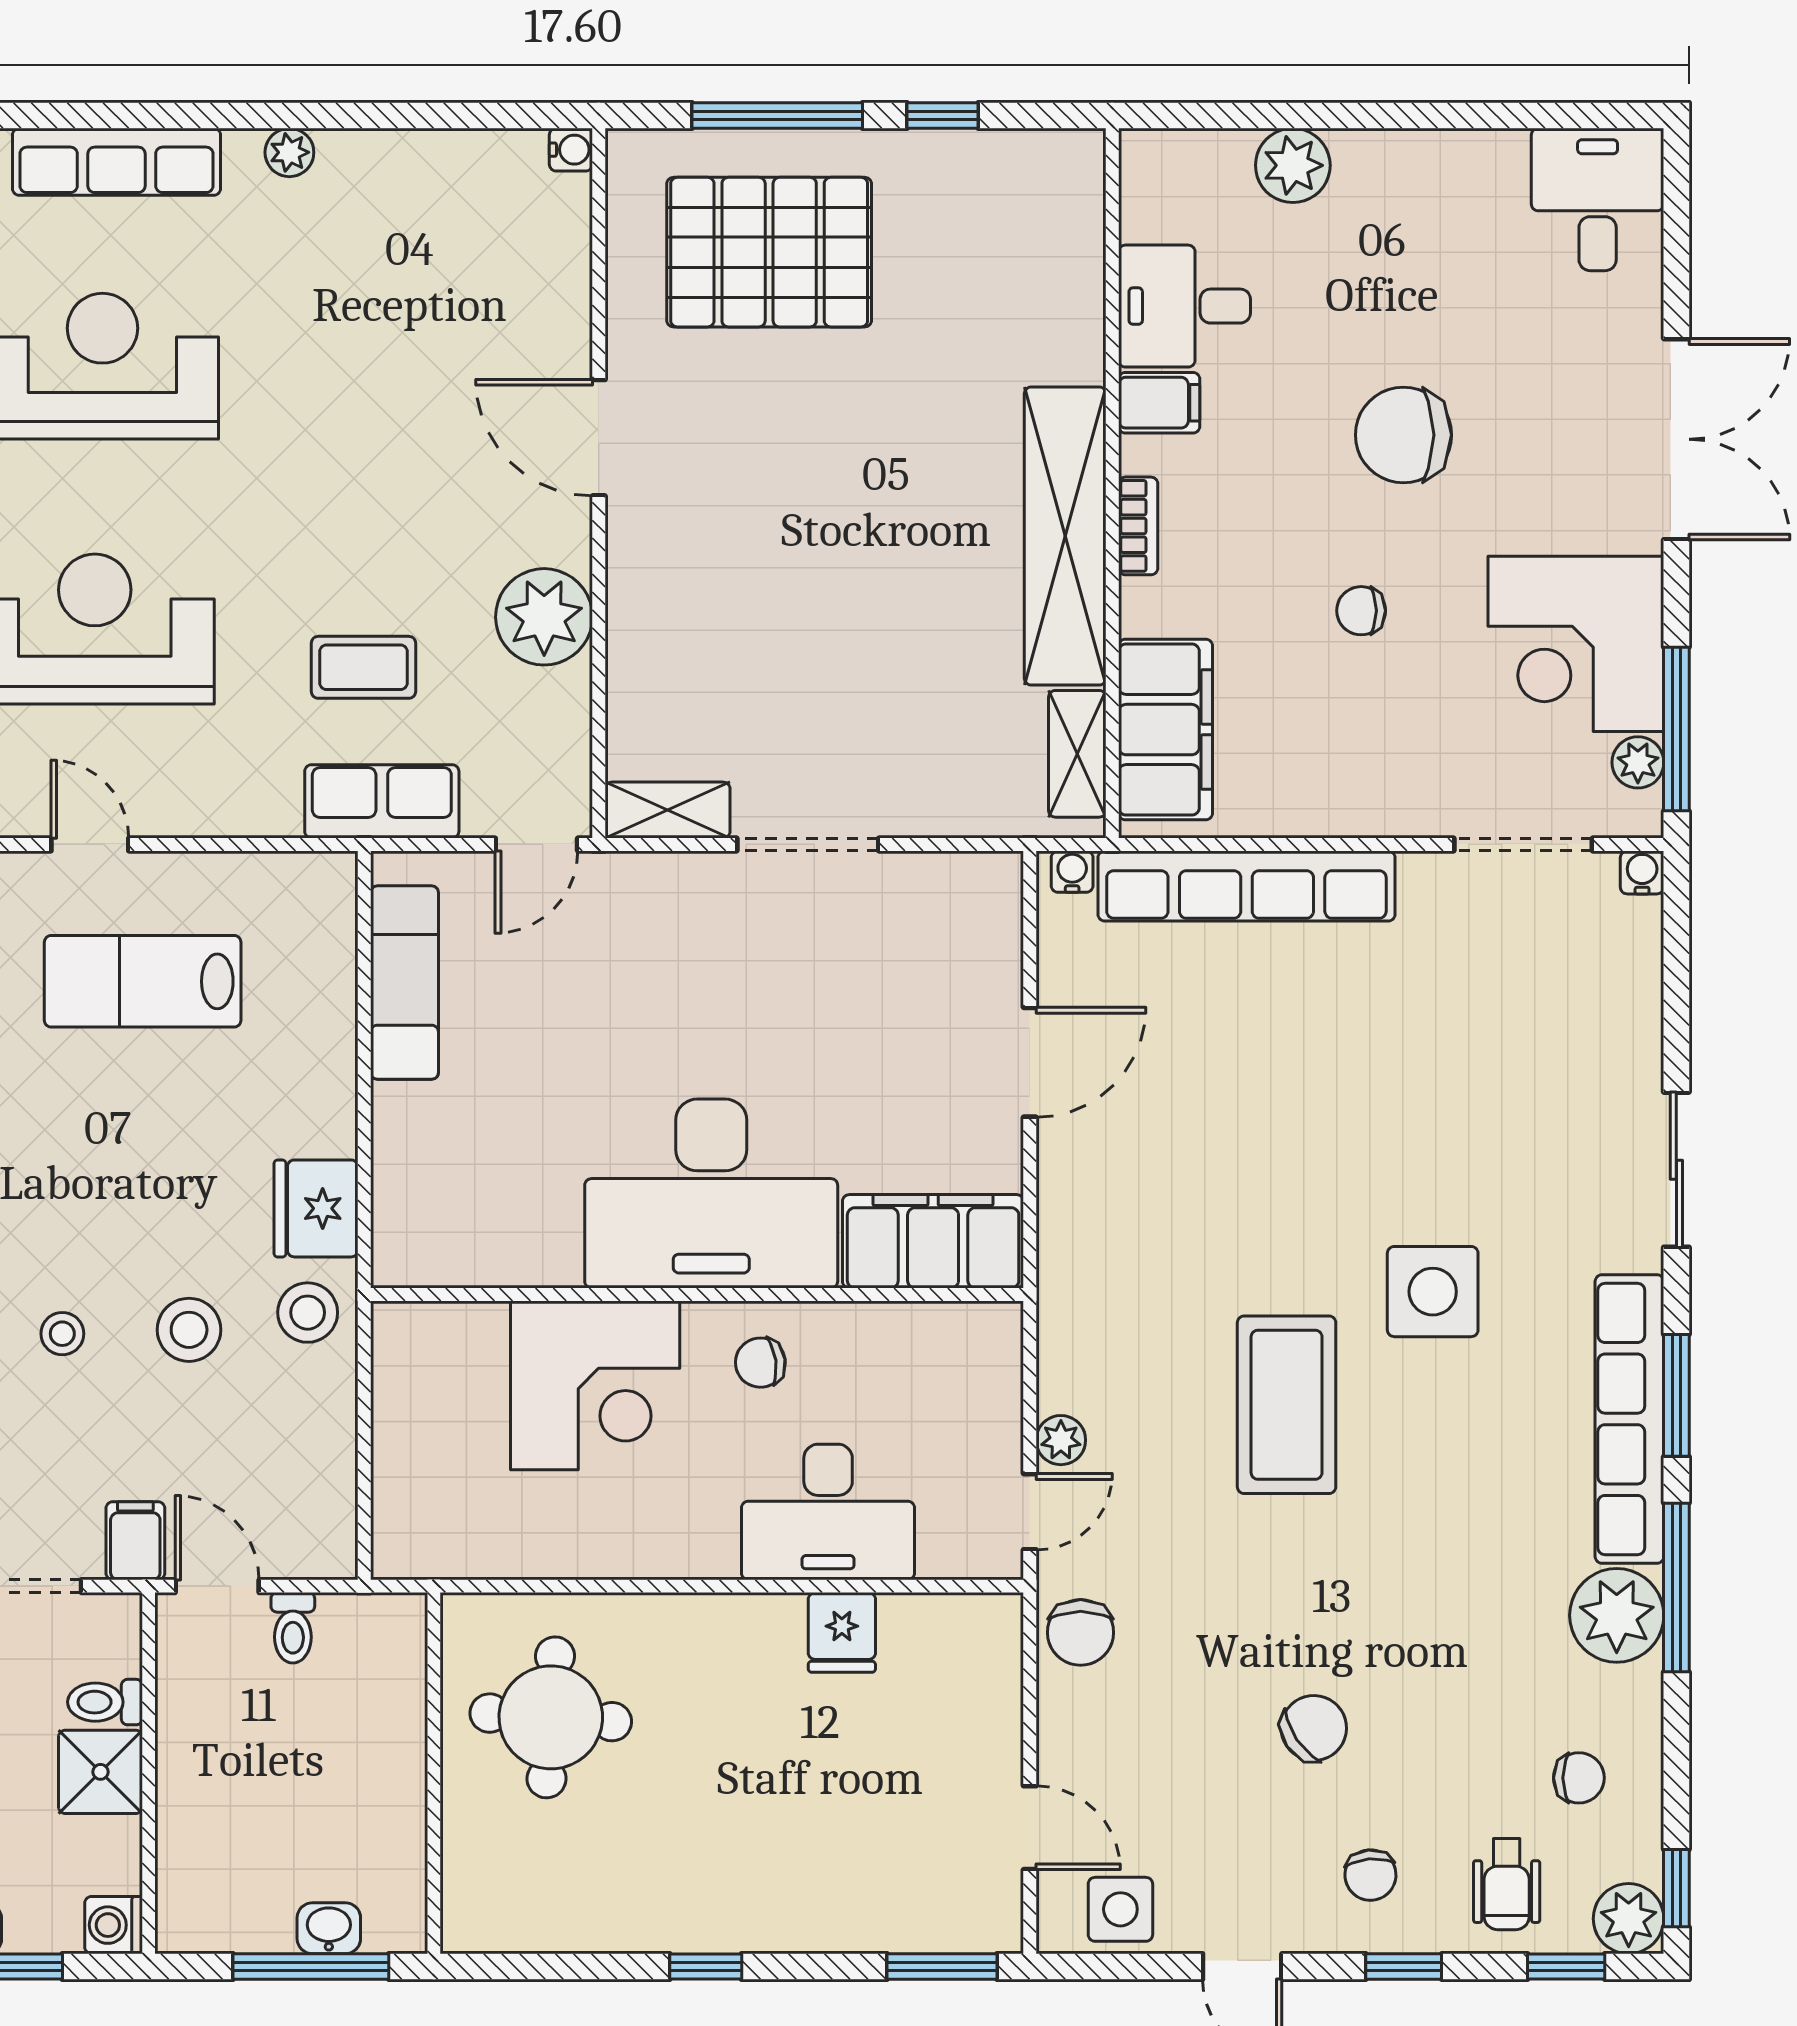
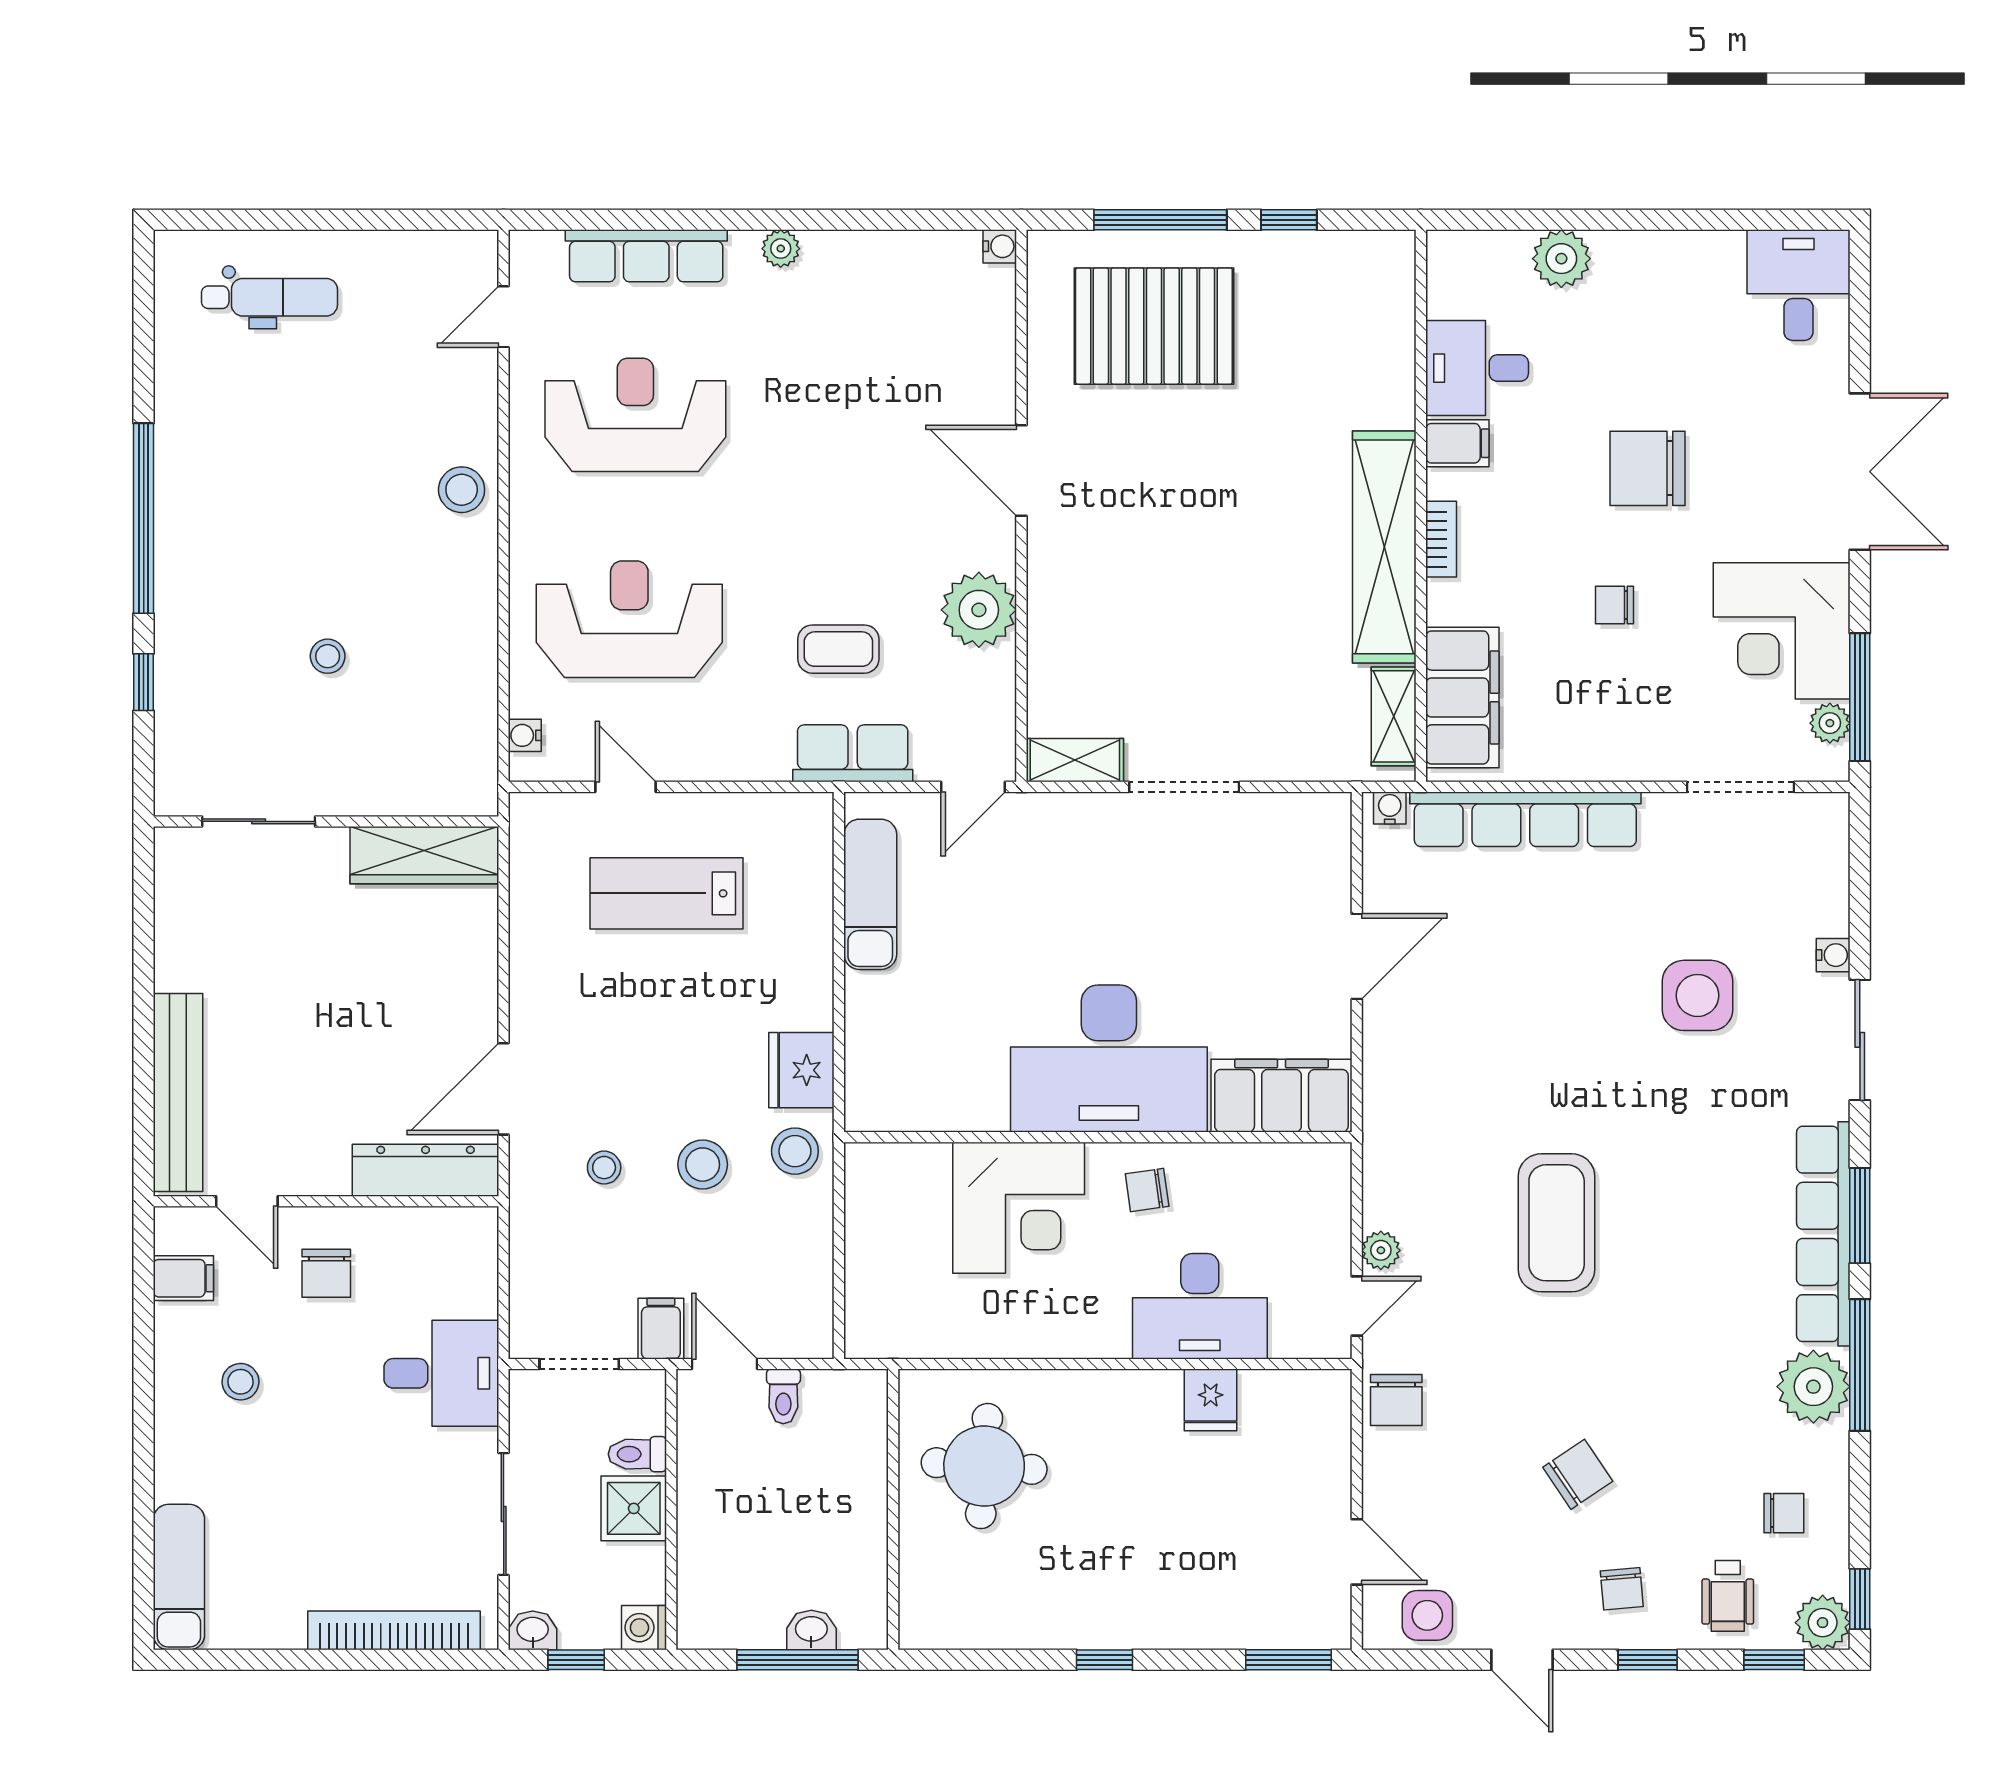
water cooler: (1642, 872) -> (1833, 955), moved, turned 90
side table: (1433, 1292) -> (1698, 995), moved

